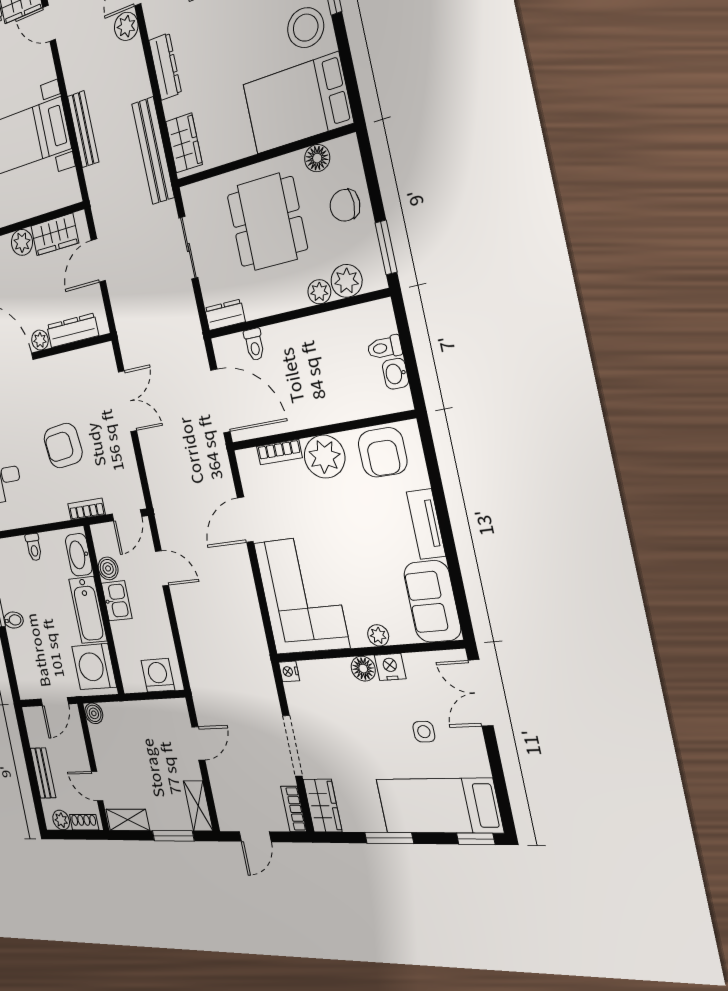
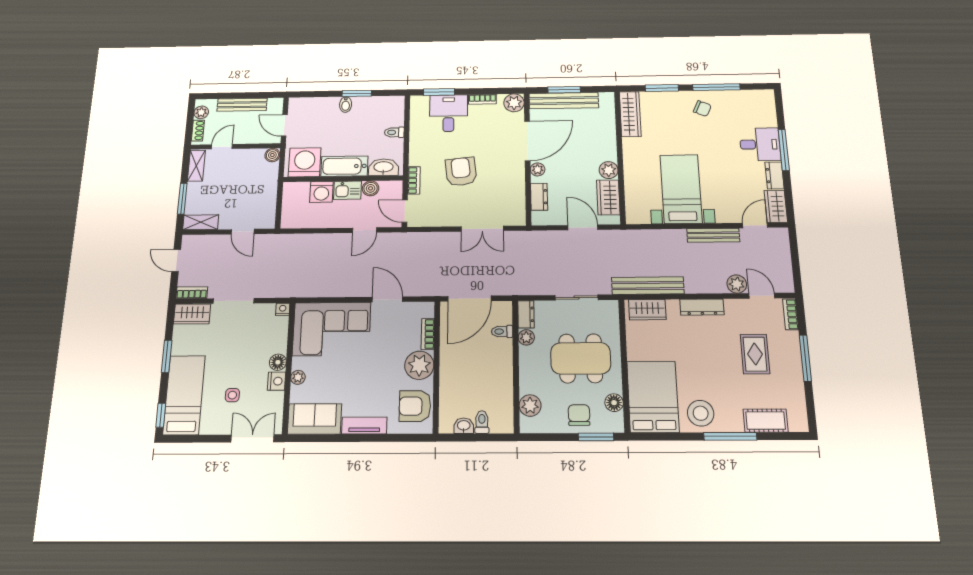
bench: (83, 129) -> (713, 235), moved
window: (386, 247) -> (596, 437), moved
plant: (319, 292) -> (526, 337), moved
dresser: (73, 330) -> (539, 197), width x0.70
washing machine: (158, 675) -> (321, 192), moved, turned 90
bench: (43, 773) -> (242, 105), width x1.36

